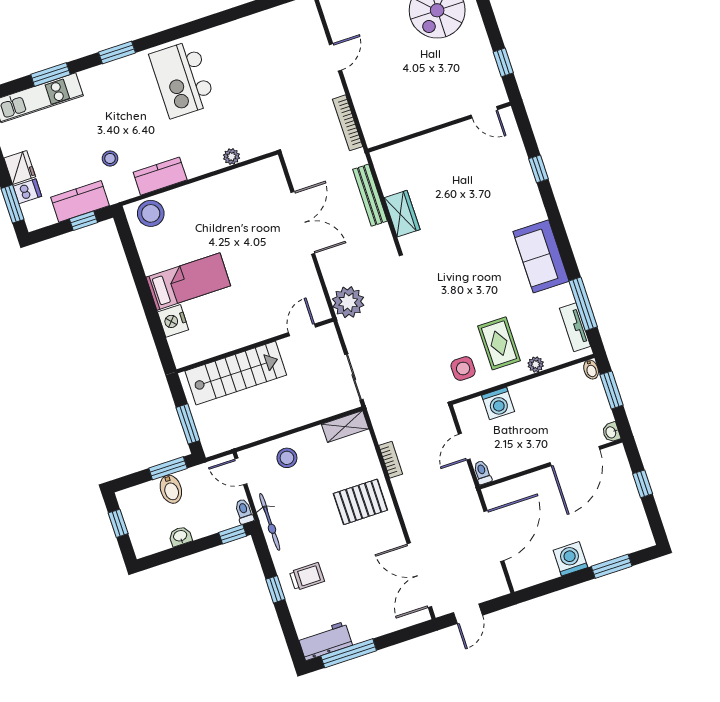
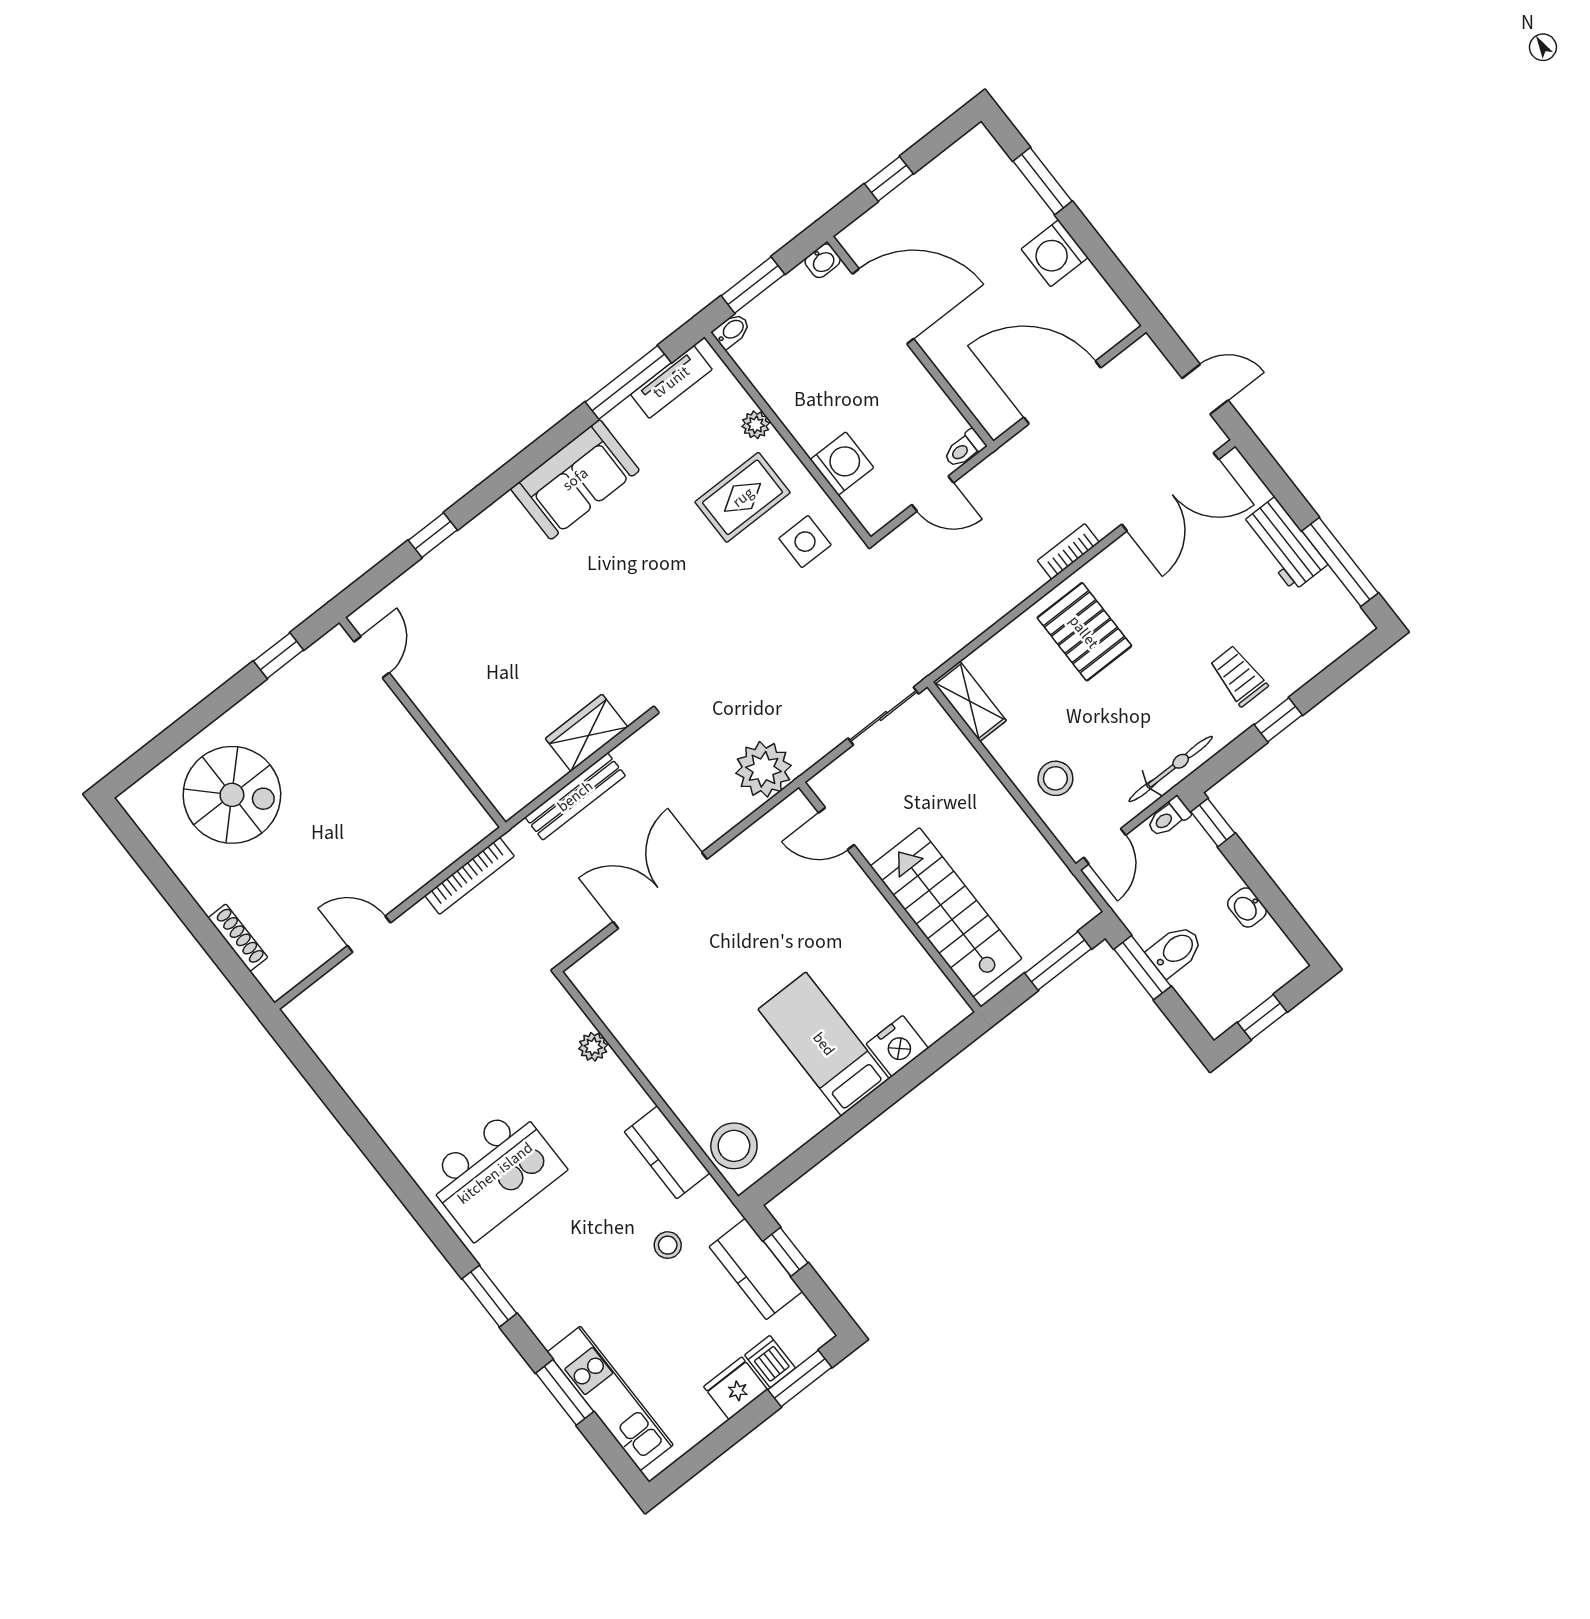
bookcase: (391, 460) -> (1068, 551), moved
workbench: (325, 641) -> (1284, 544), moved

